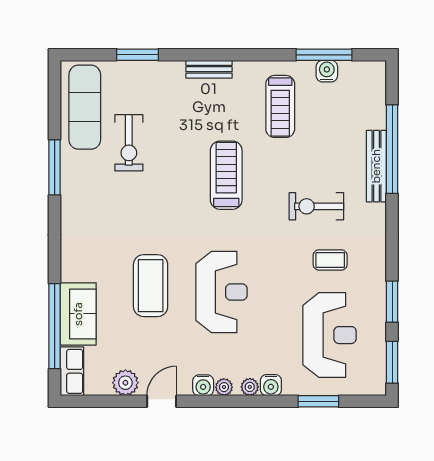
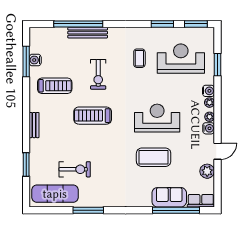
exercise bike: (316, 206) -> (98, 74), moved
door: (162, 401) -> (217, 151), swing flipped

